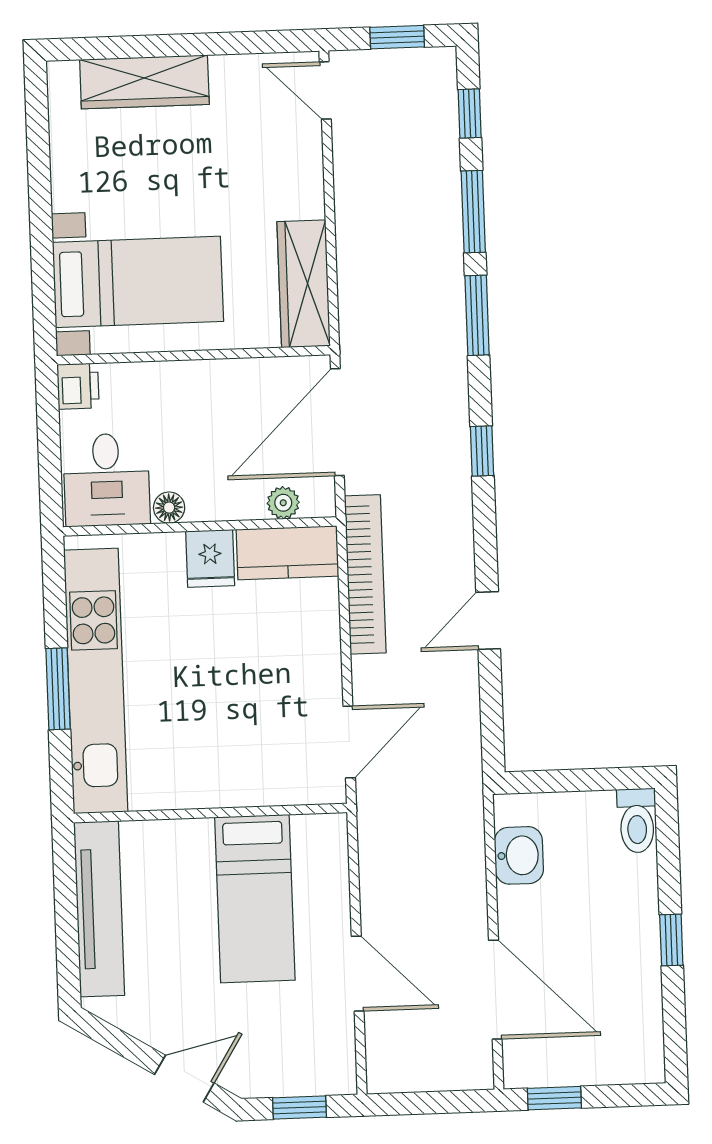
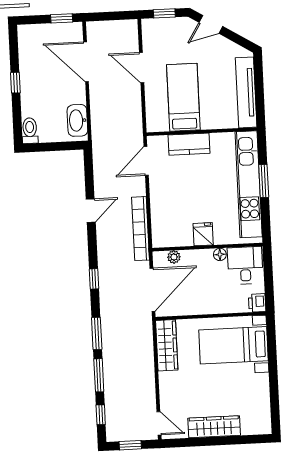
wardrobe: (144, 82) -> (214, 427), moved
kitchen counter: (287, 553) -> (189, 144), moved, turned 180
washbasin: (519, 855) -> (77, 120), width x1.38

